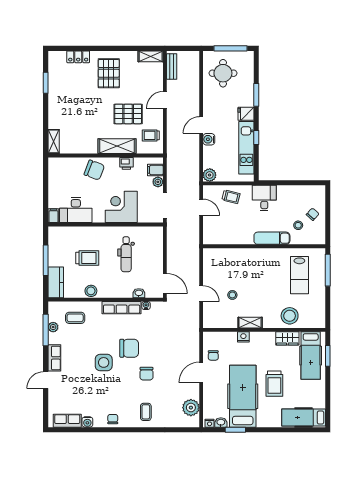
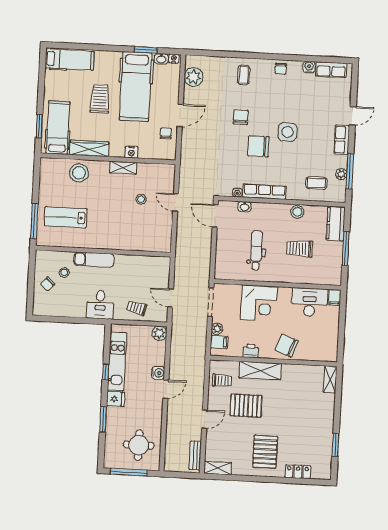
lab bench: (299, 275) -> (66, 217), turned -90
wardrobe: (287, 338) -> (89, 148), width x1.50

